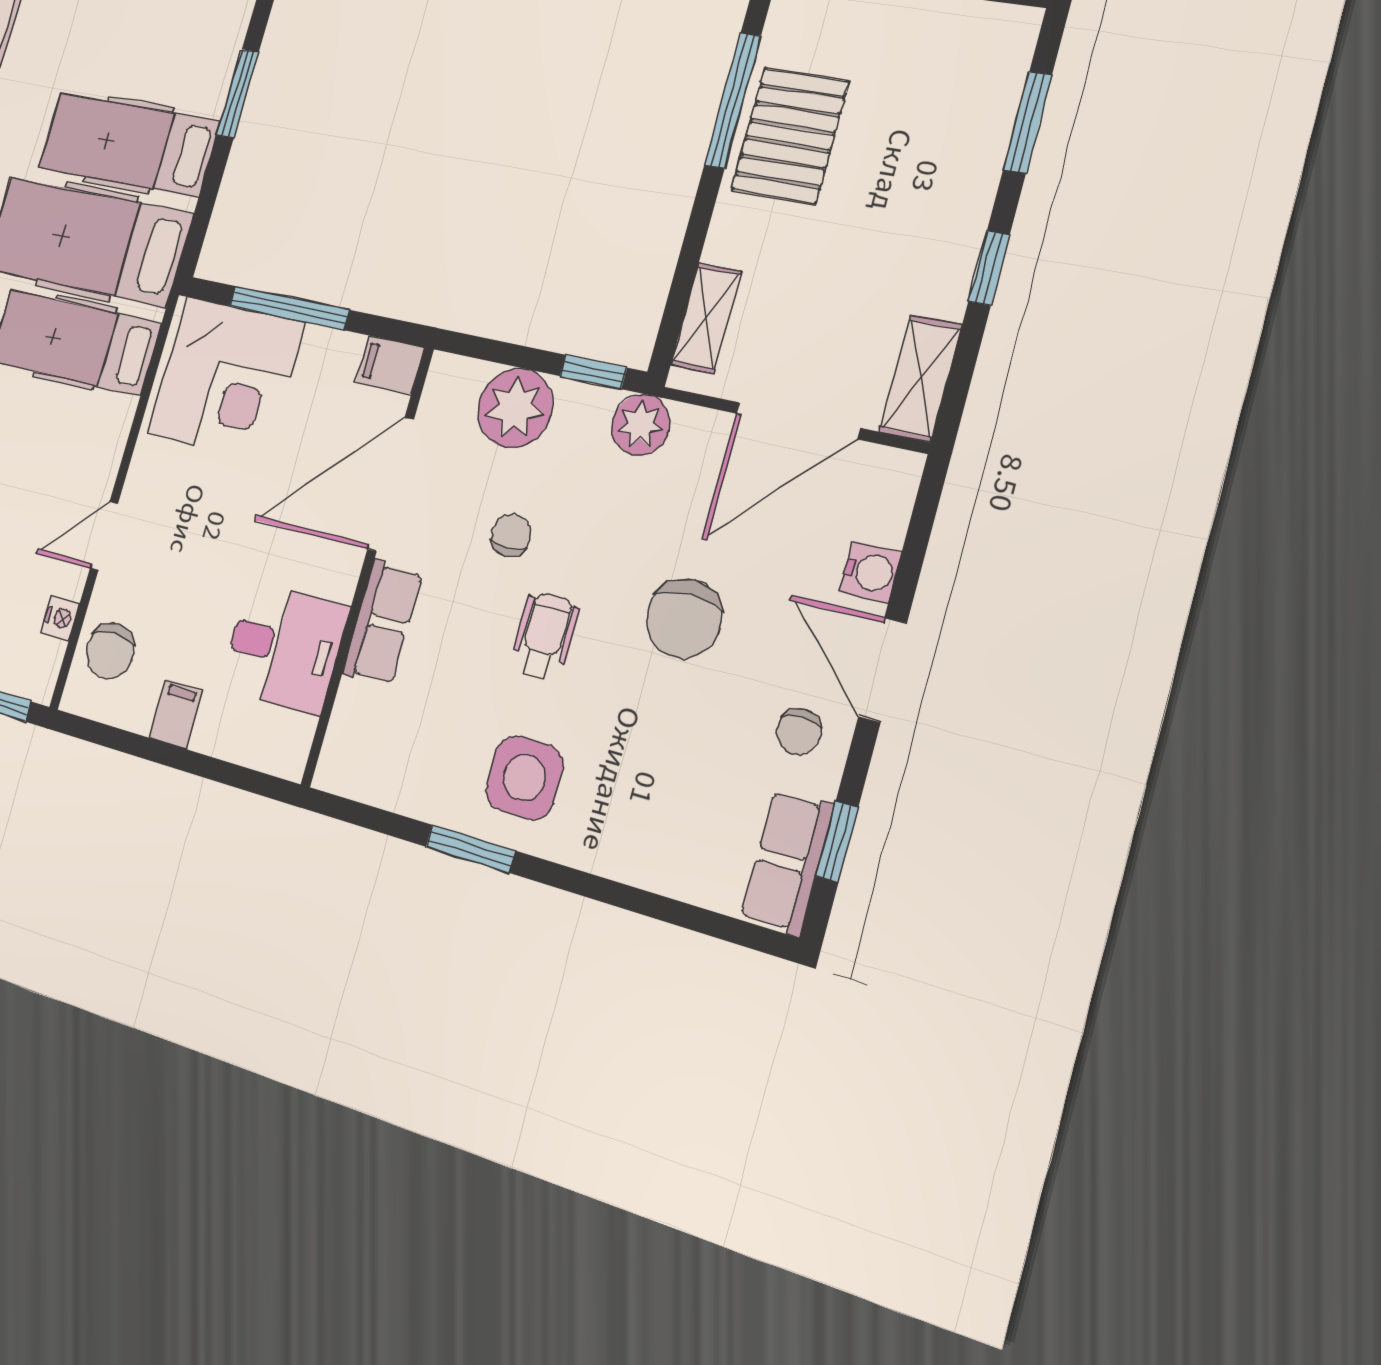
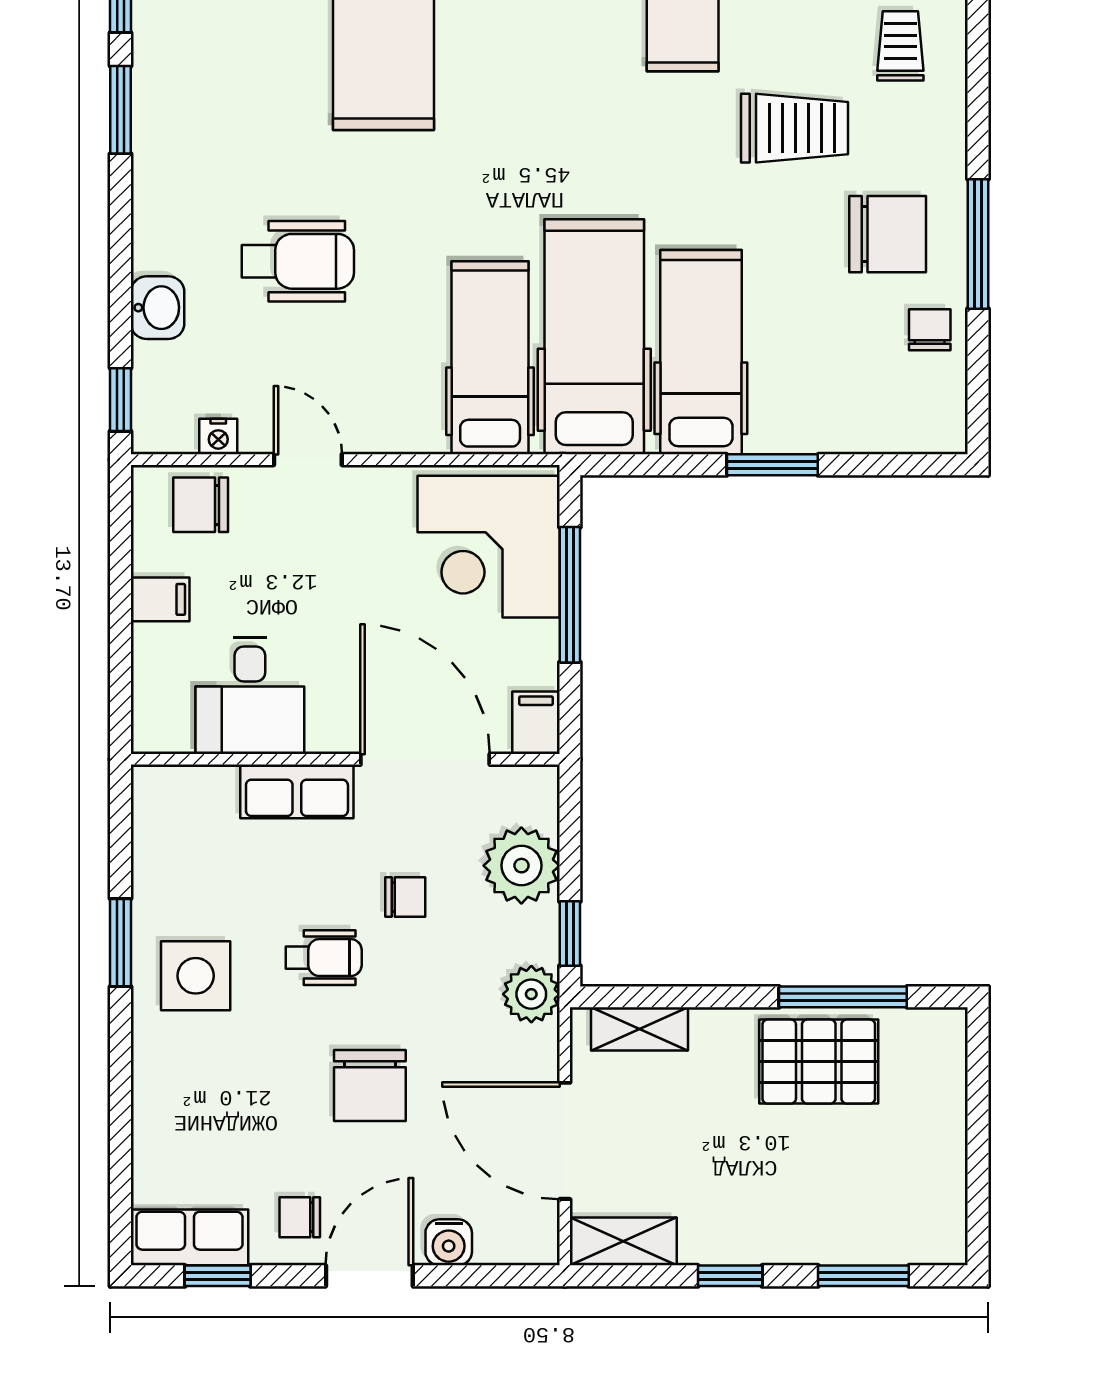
chair: (684, 619) -> (370, 1086), turned -90

